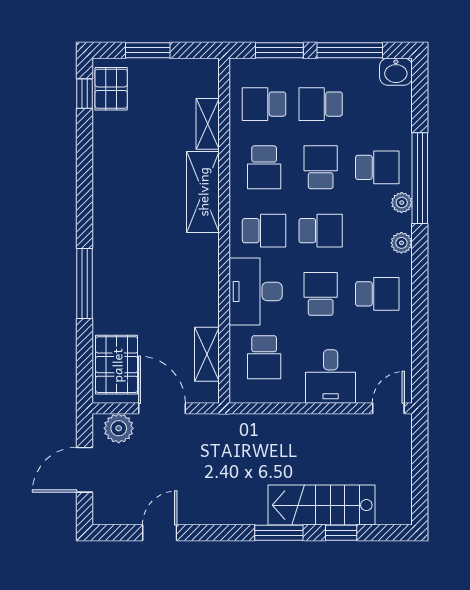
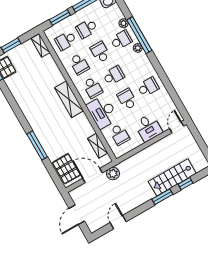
shelving: (208, 124) -> (41, 45), moved
shelving: (203, 192) -> (69, 99), moved
school desk: (264, 231) -> (93, 88), turned 90
plant: (401, 243) -> (124, 23), moved
plant: (119, 428) -> (113, 174), moved

